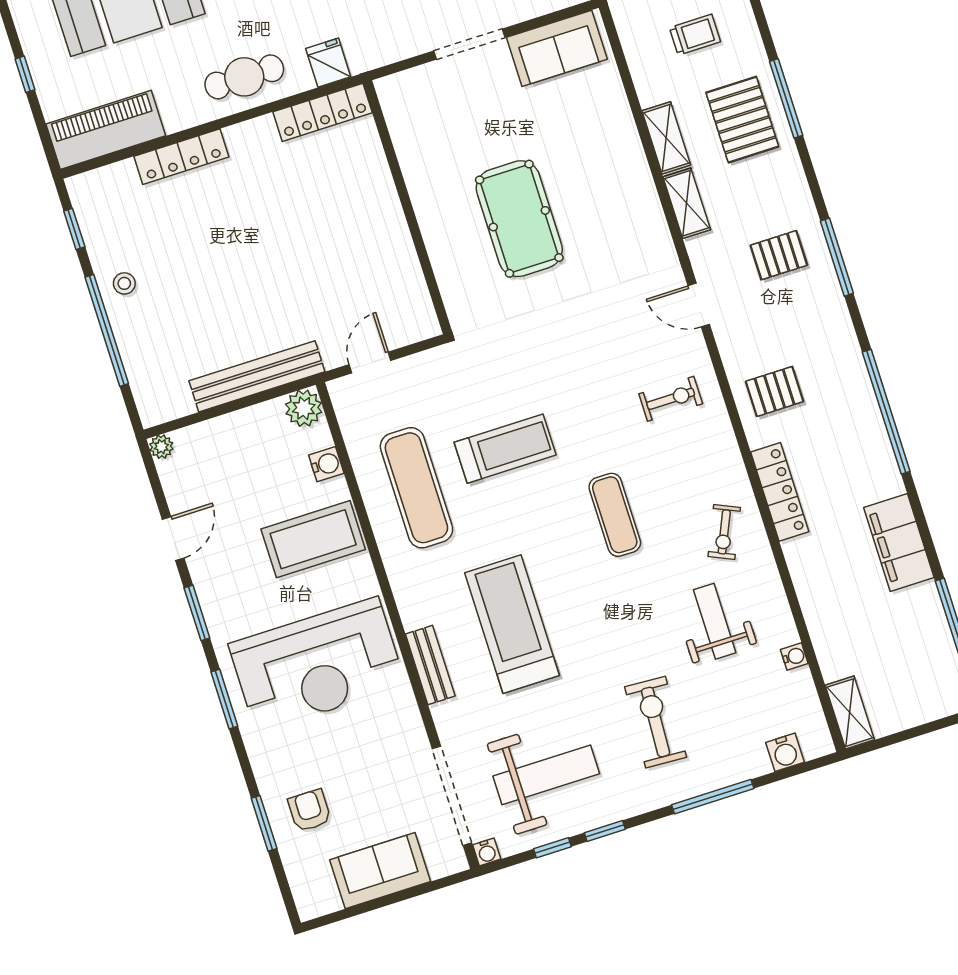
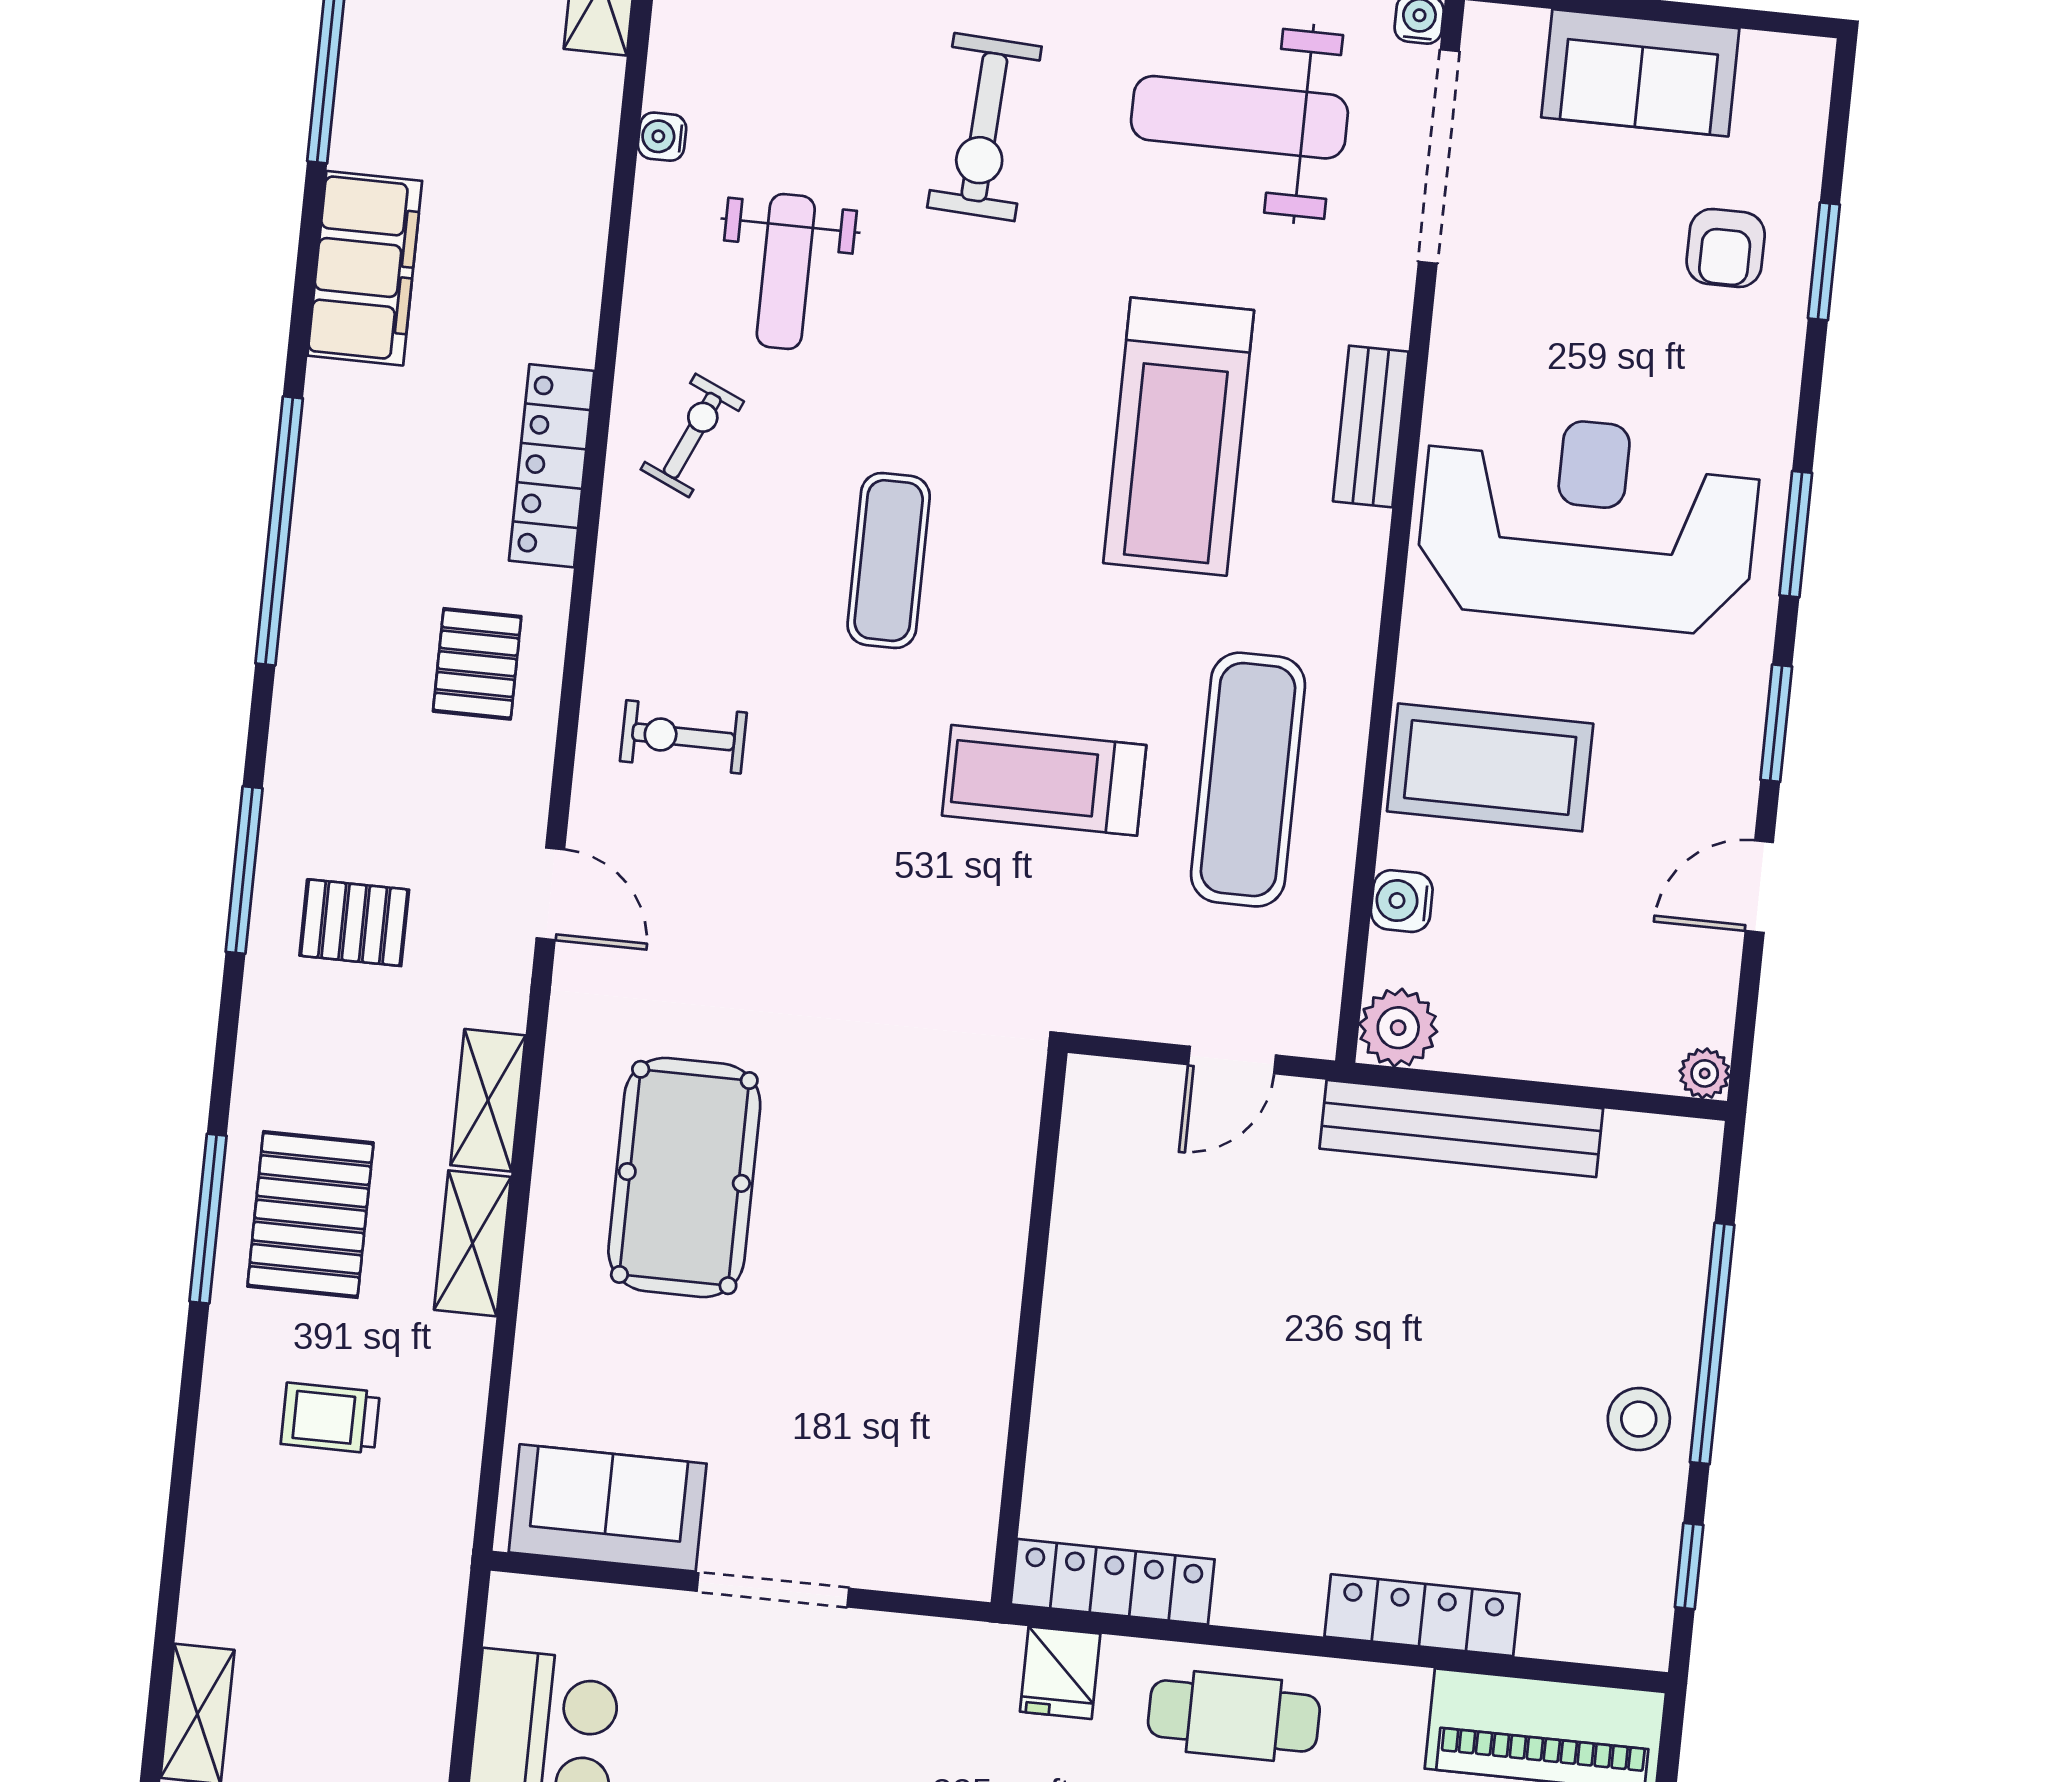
pool table: (519, 219) -> (684, 1177), moved
stool: (124, 283) -> (1639, 1419), width x1.37, depth x1.37
pallet: (775, 391) -> (477, 664), turned 90

